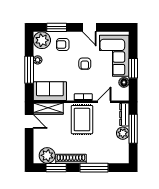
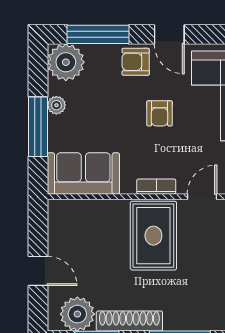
window: (57, 27) -> (98, 34), width x1.44
armchair: (63, 44) -> (136, 62), moved
wardrobe: (48, 109) -> (80, 212), removed
door: (29, 121) -> (38, 271), moved

